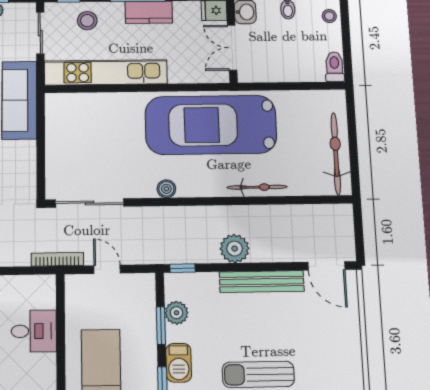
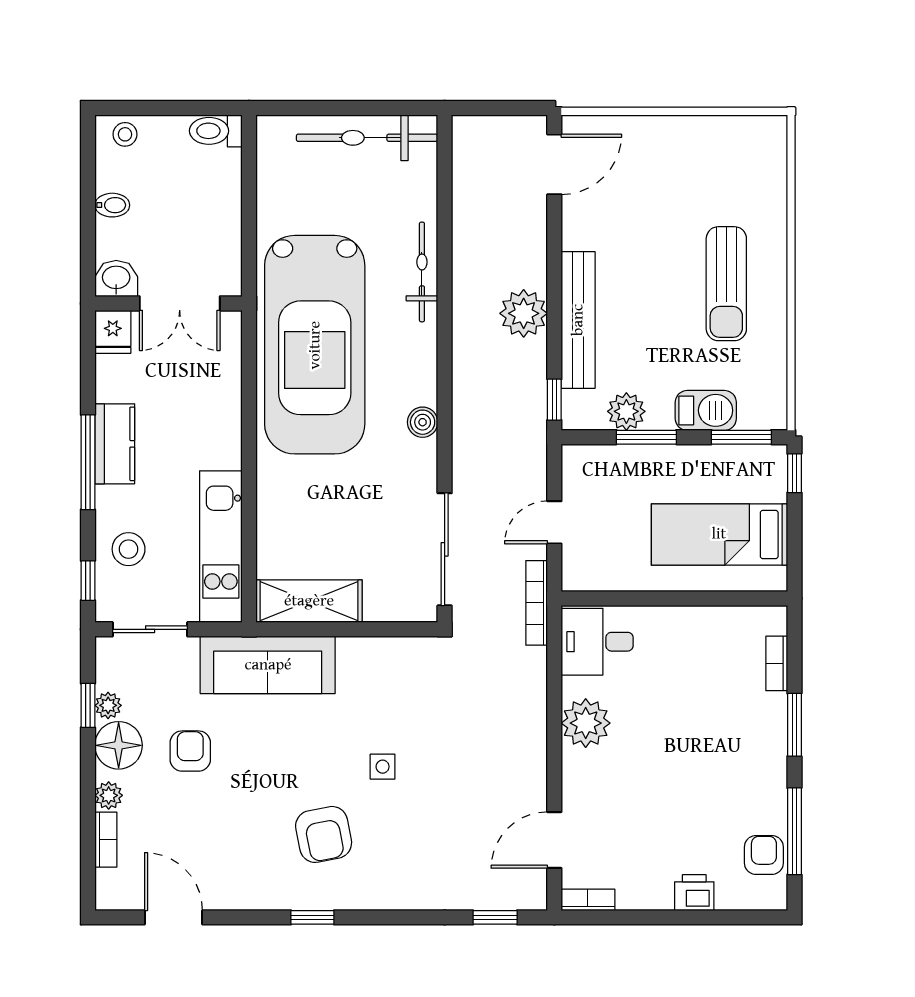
kitchen unit: (106, 72) -> (221, 547), width x0.73
shelving: (57, 124) -> (309, 601), added
bench: (262, 282) -> (578, 320), moved
desk: (34, 331) -> (597, 642), moved, turned -90

